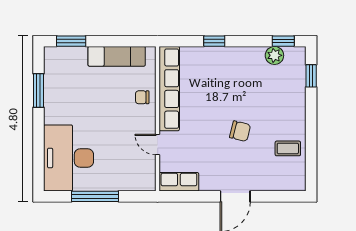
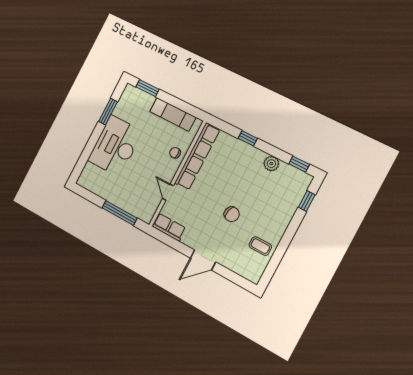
plant: (274, 55) -> (271, 164), moved
desk: (68, 158) -> (115, 146), moved
window: (95, 196) -> (119, 213), moved

